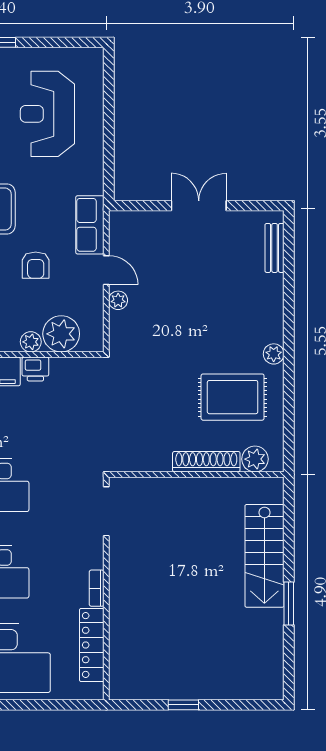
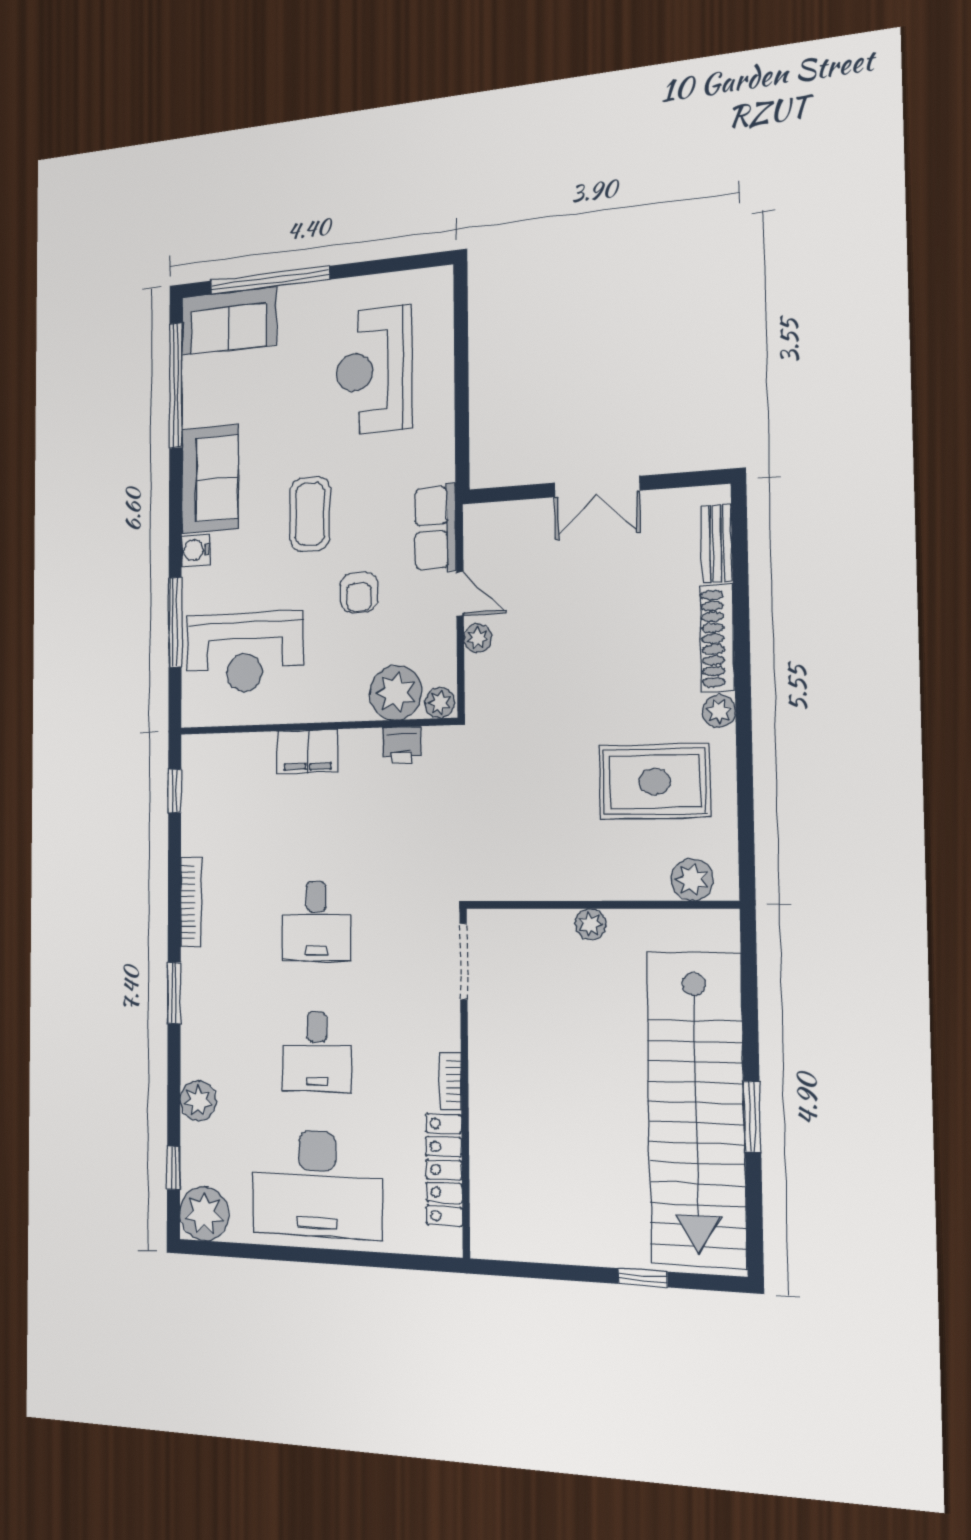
double door: (199, 206) -> (597, 487), swing flipped
plant: (31, 342) -> (440, 703), moved
printer: (35, 369) -> (402, 745), moved
shoe rack: (206, 462) -> (717, 638), moved, turned -90
plant: (190, 487) -> (590, 924), added
stairs: (264, 556) -> (696, 1109), width x1.86, depth x1.51
window: (183, 705) -> (643, 1278), moved

